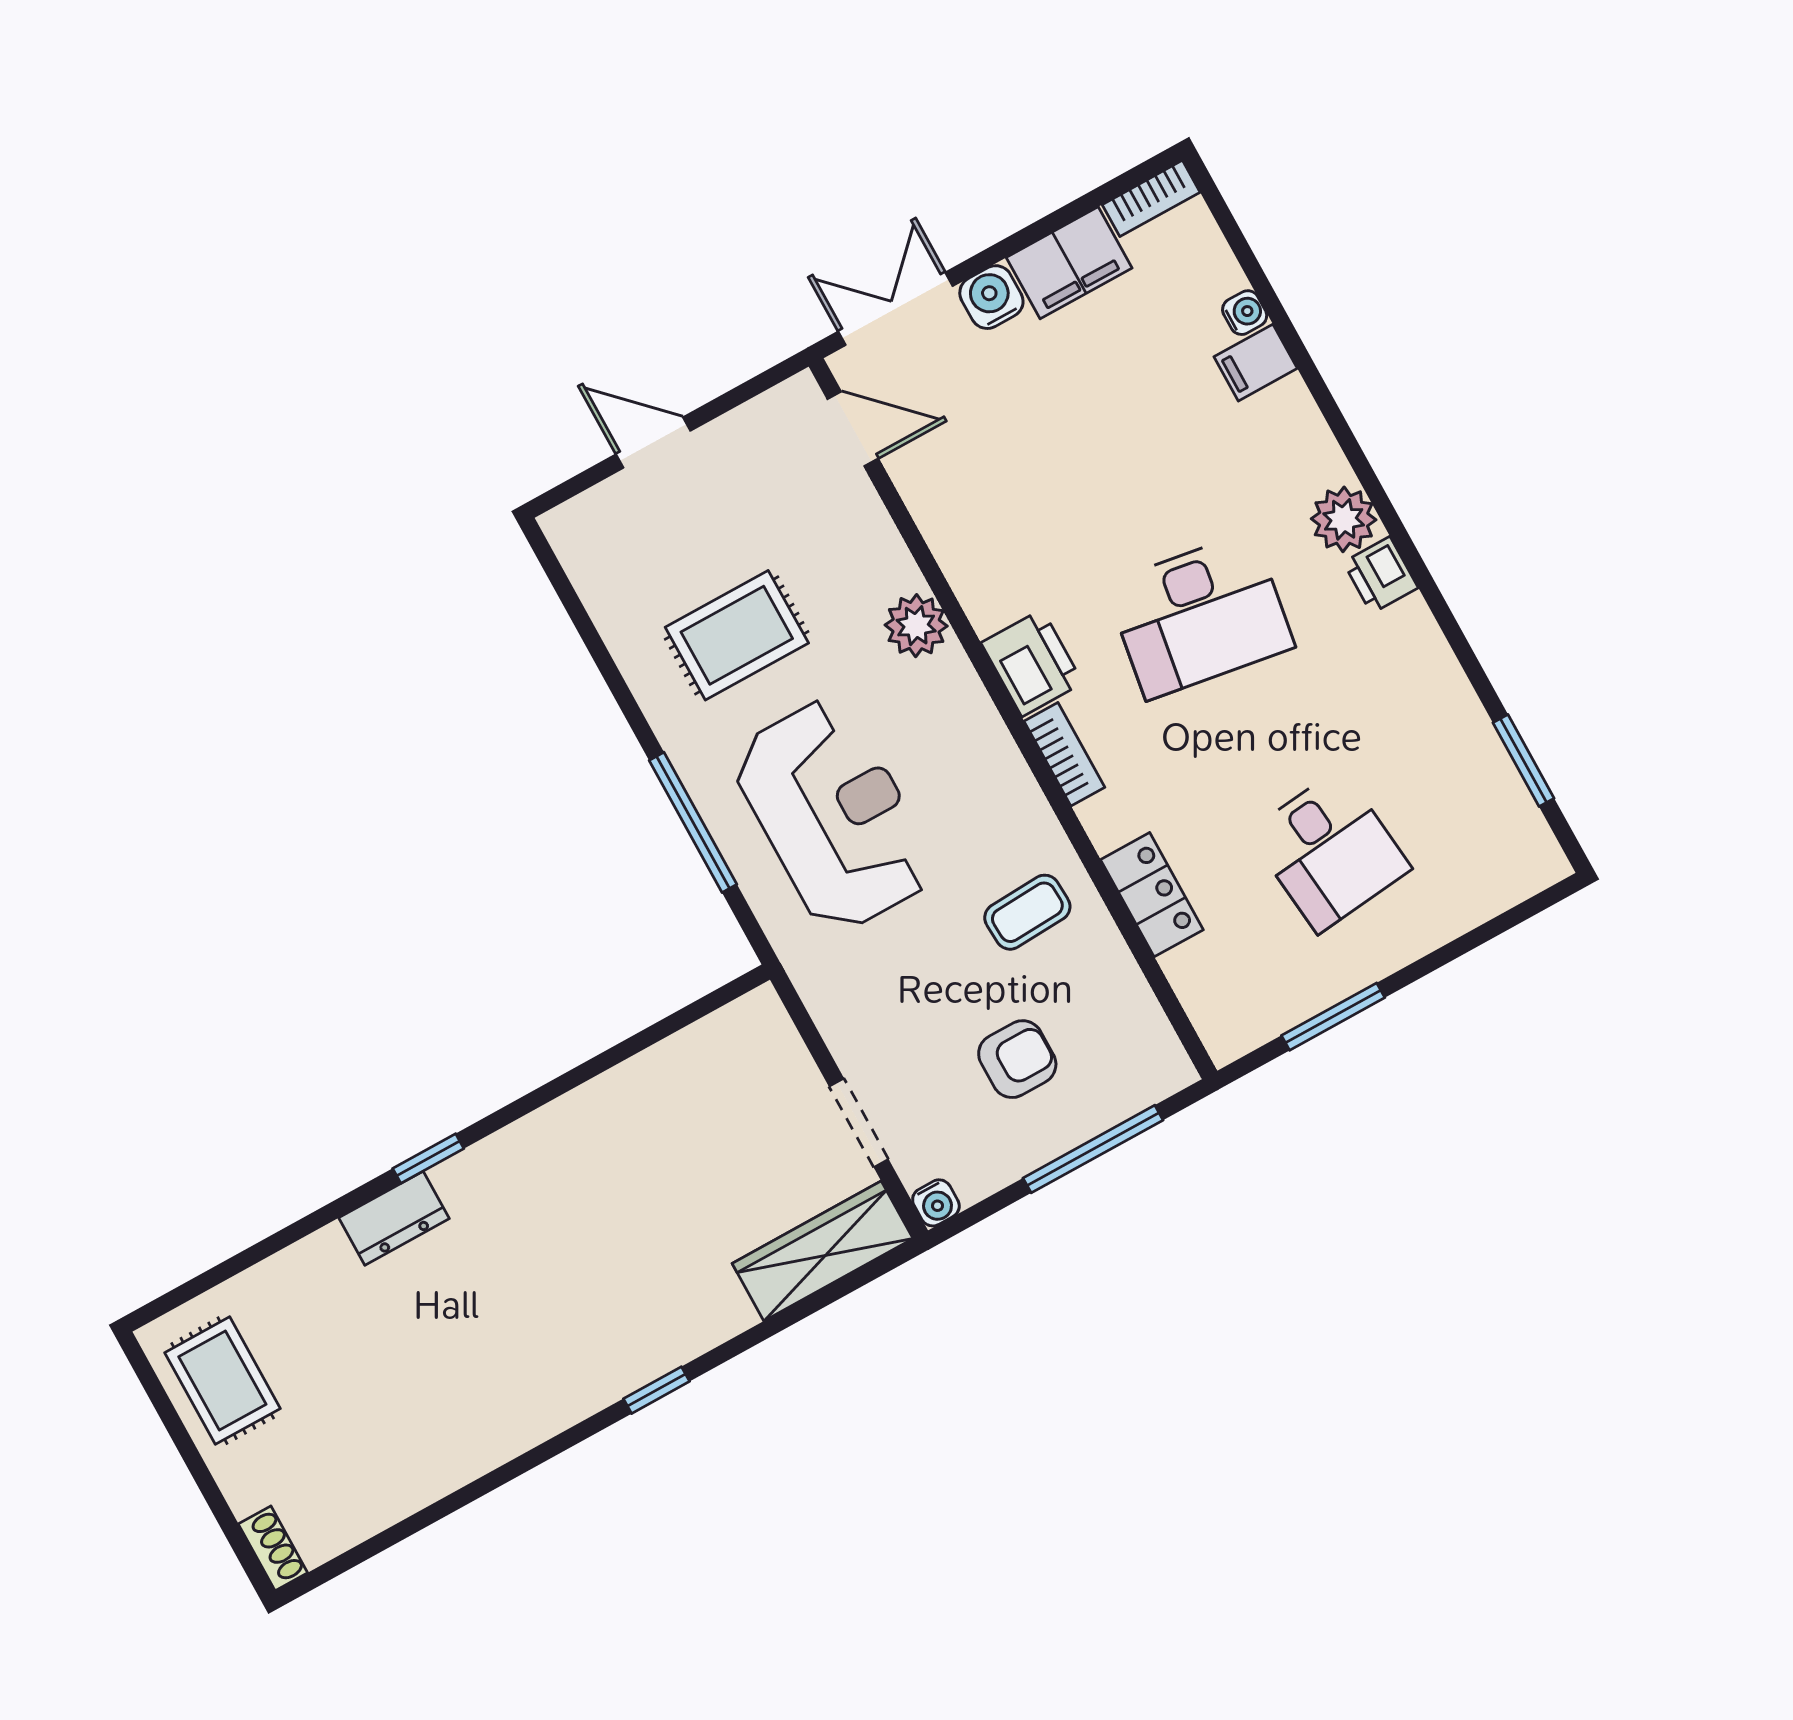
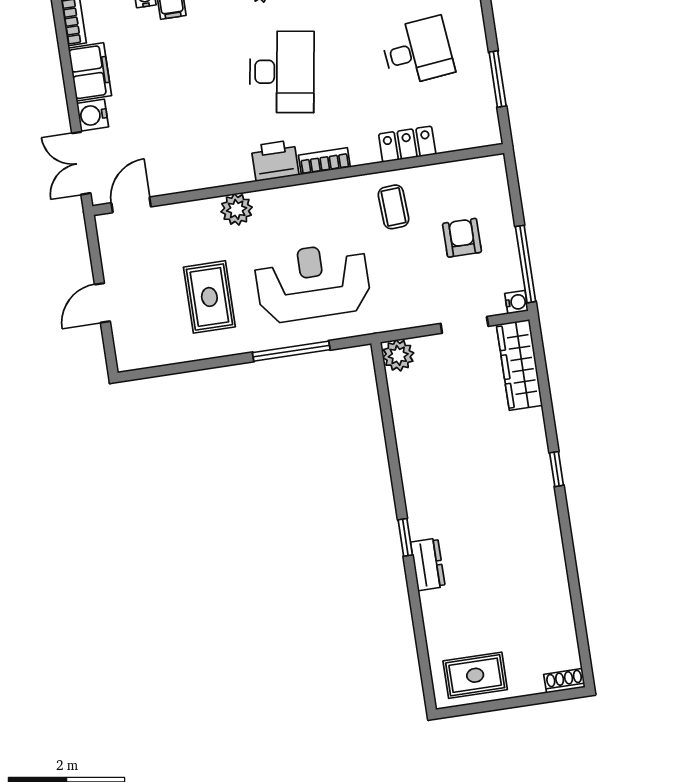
plant: (758, 1022) -> (398, 355), added
window: (1093, 1149) -> (526, 264), moved

